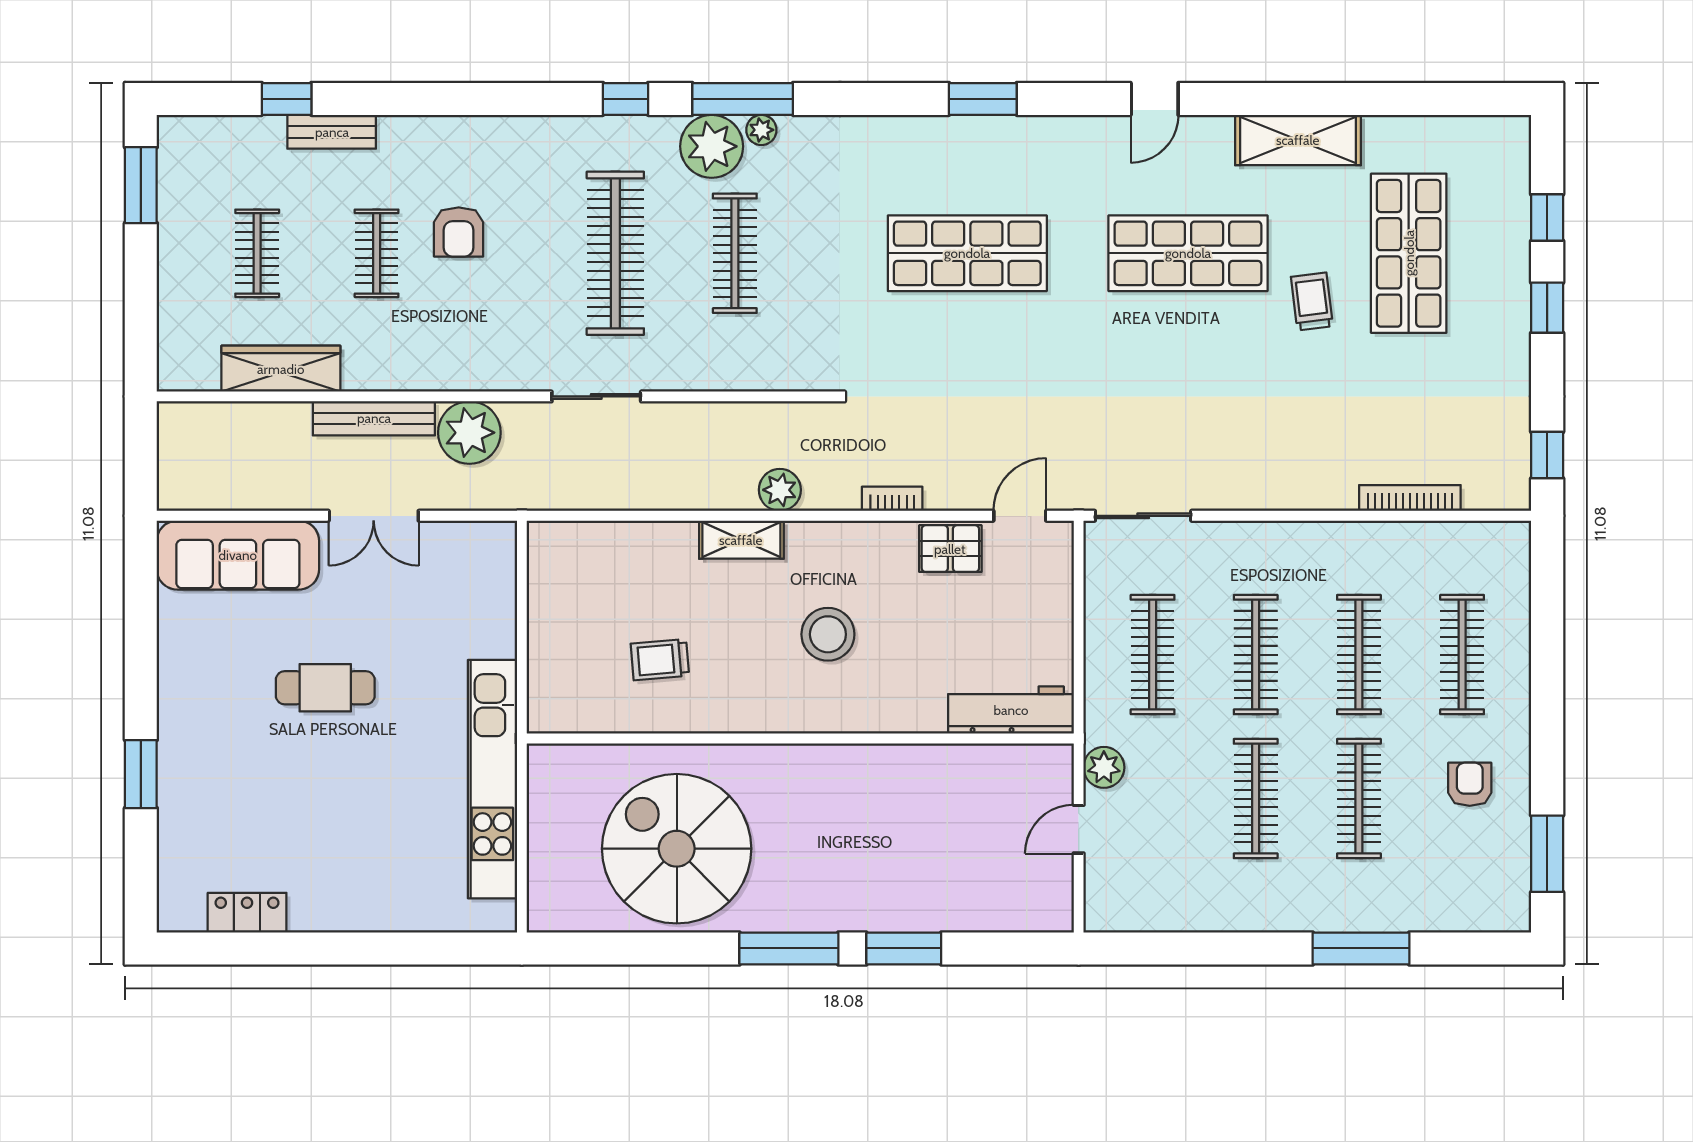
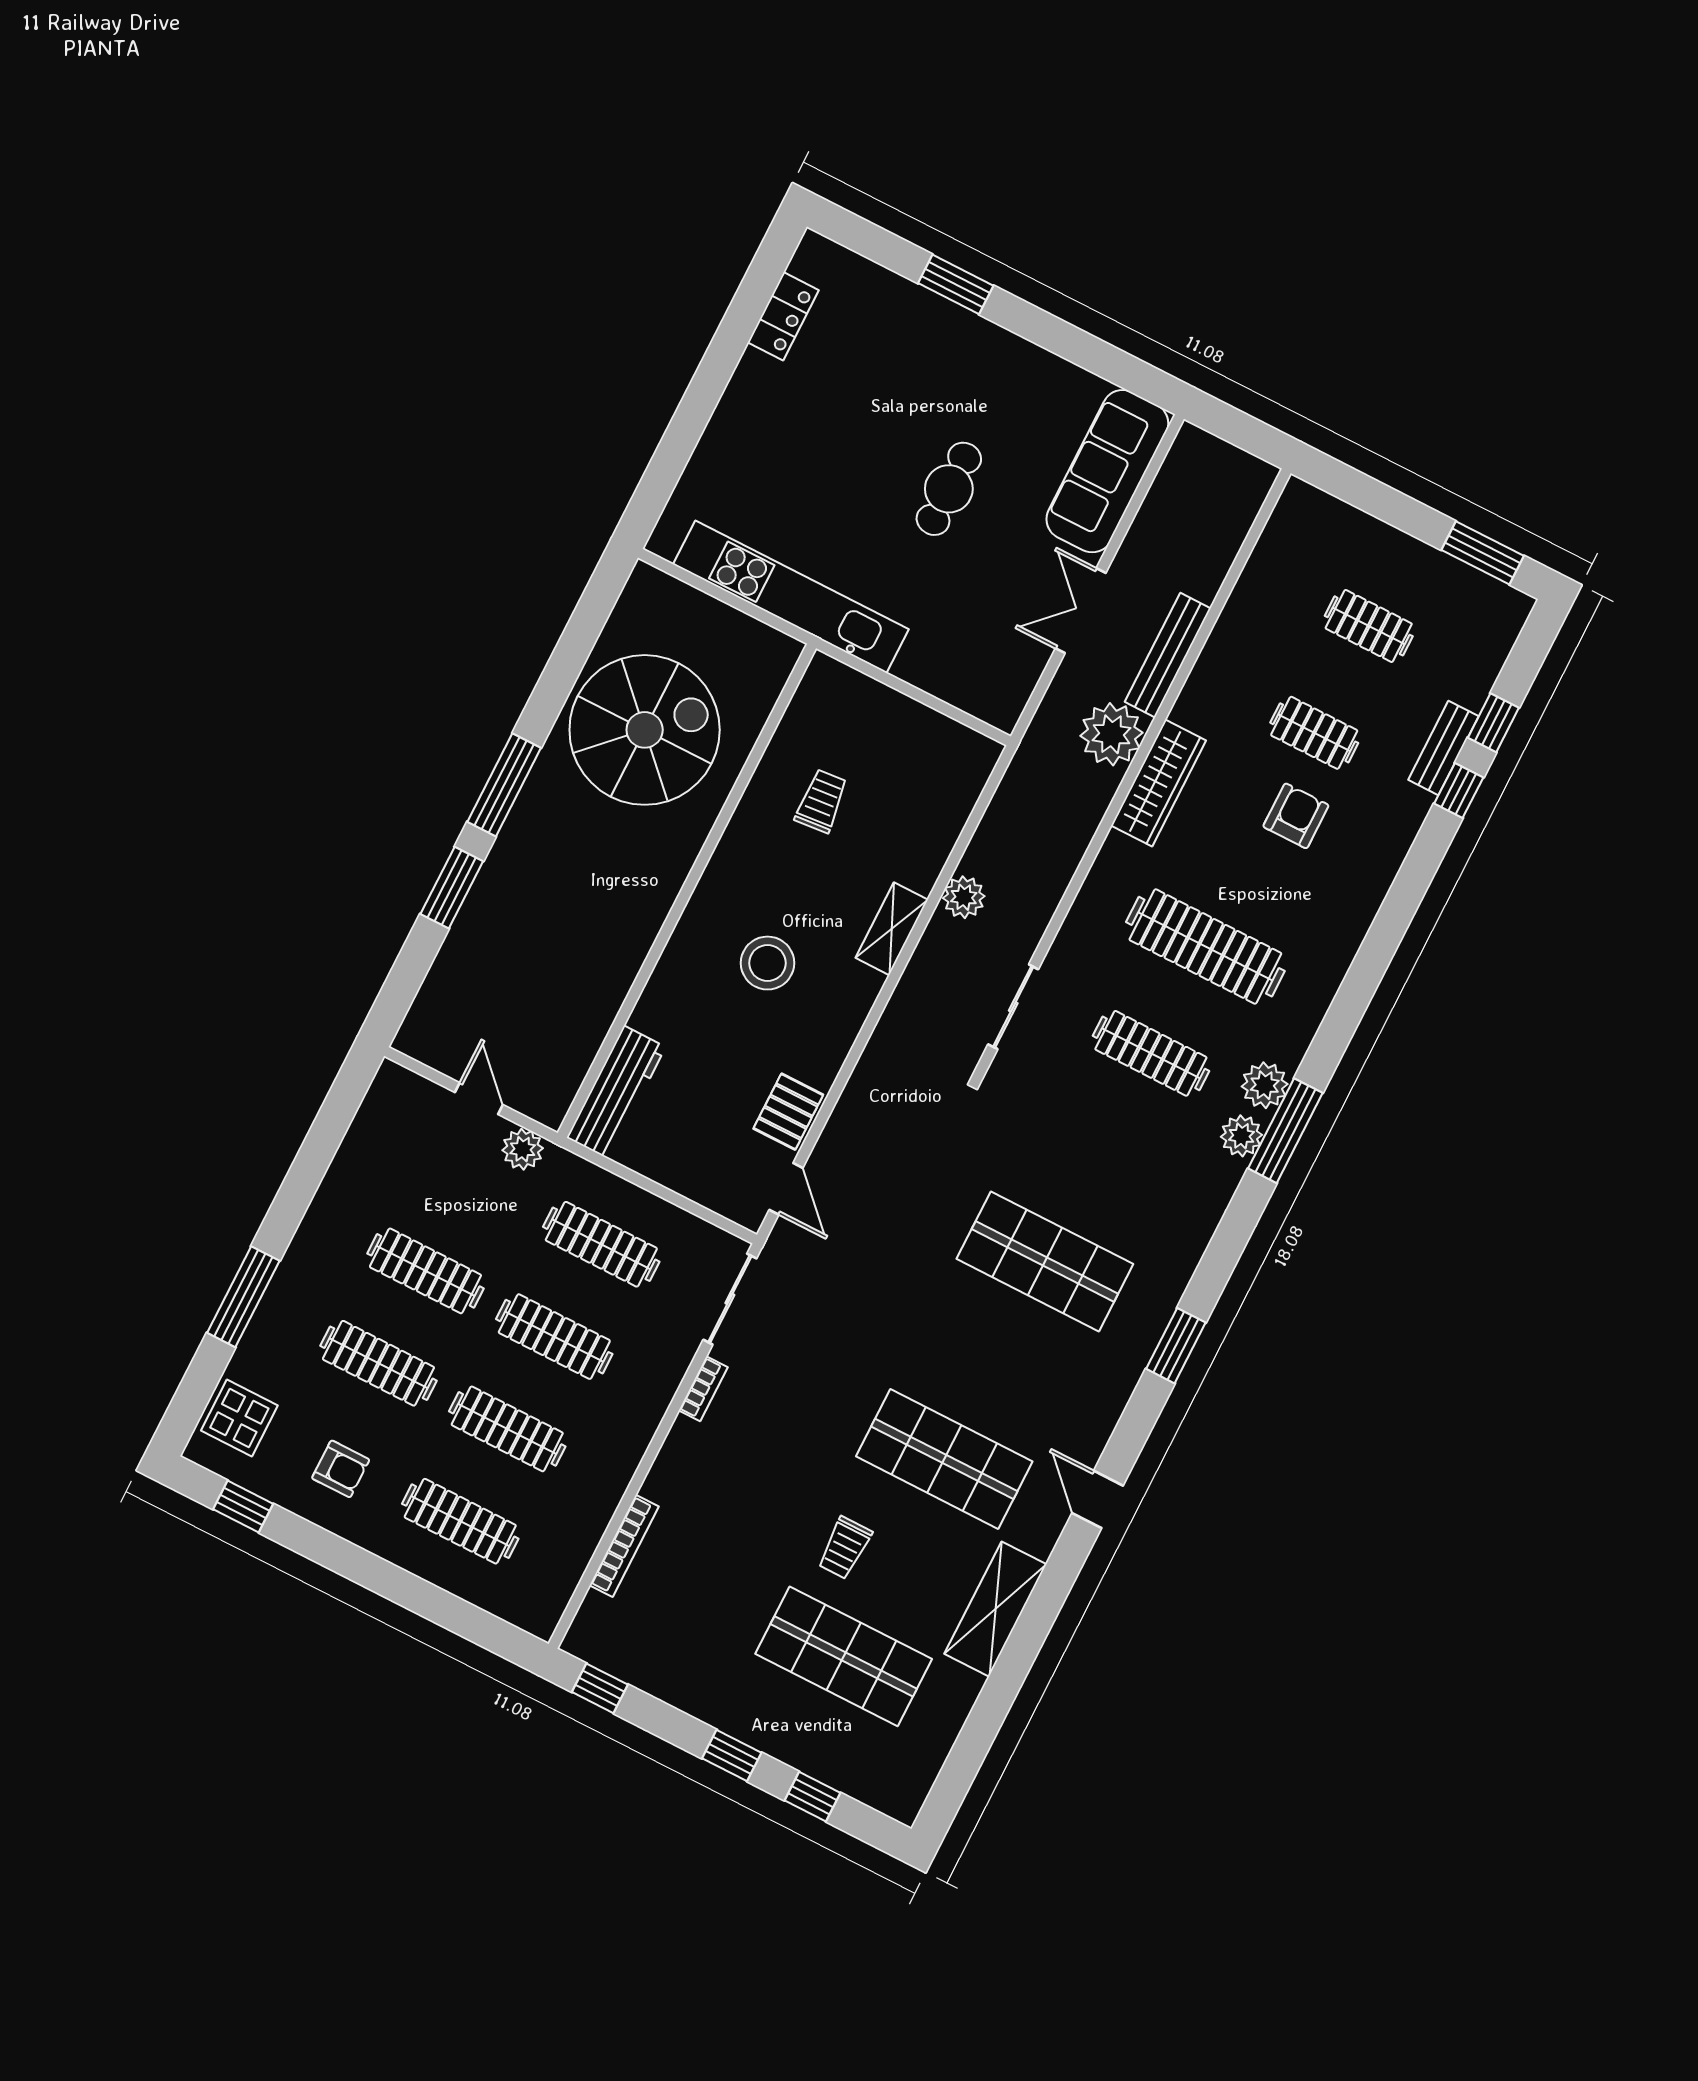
window: (625, 99) -> (1459, 790), moved
plant: (761, 130) -> (1241, 1136), width x1.38, depth x1.38
plant: (712, 146) -> (1265, 1085), width x0.73, depth x0.73
armchair: (459, 232) -> (1296, 816), turned 90
shop shelf: (967, 253) -> (1045, 1261), turned 90
shop shelf: (1188, 253) -> (944, 1459), turned 90
trolley: (1312, 301) -> (845, 1548), turned 97
wardrobe: (281, 369) -> (1159, 783), moved
sliding door: (596, 396) -> (1013, 1007), moved
plant: (780, 490) -> (964, 897), moved
bookcase: (892, 499) -> (703, 1389), moved
window: (1547, 854) -> (243, 1507), width x0.67
display table: (1470, 897) -> (239, 1418), added

